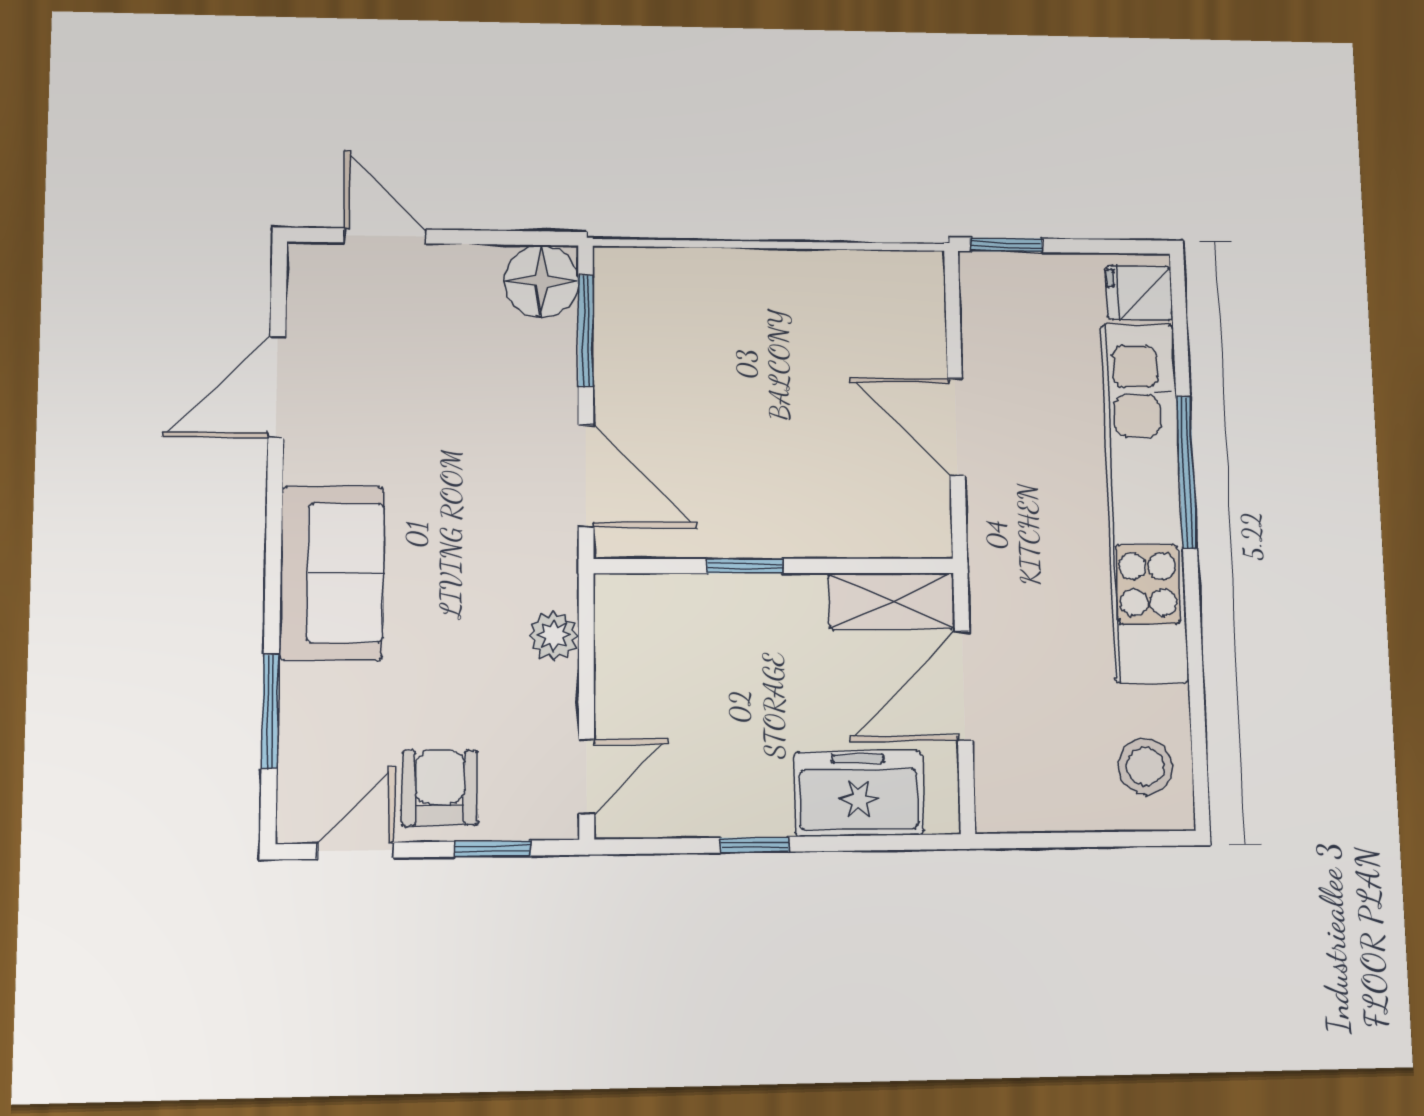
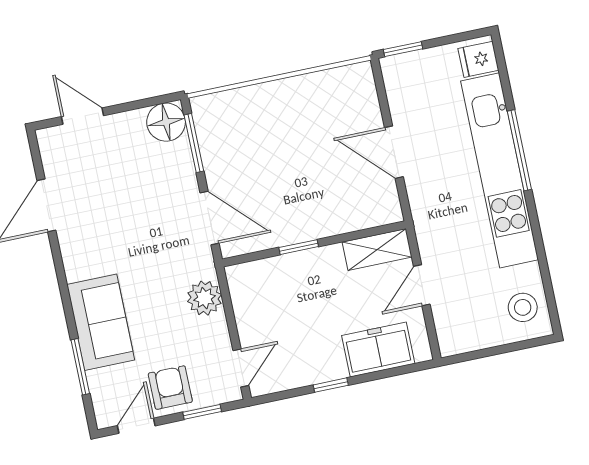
sofa: (332, 573) -> (101, 322), moved
plant: (554, 636) -> (204, 298), width x1.38, depth x1.38
door: (964, 686) -> (422, 285), width x0.73

